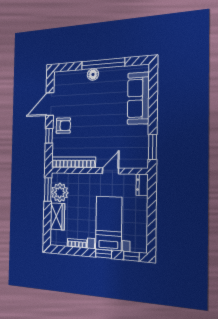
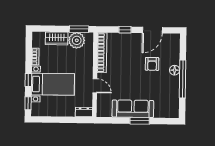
sofa: (138, 98) -> (133, 109), moved
door: (50, 104) -> (152, 30), swing flipped
armchair: (63, 126) -> (152, 64), moved
window: (152, 147) -> (140, 121), moved

